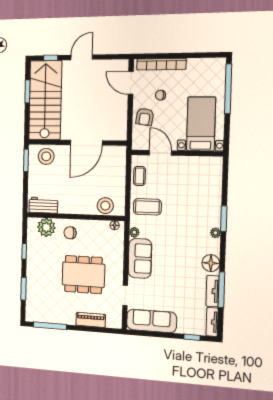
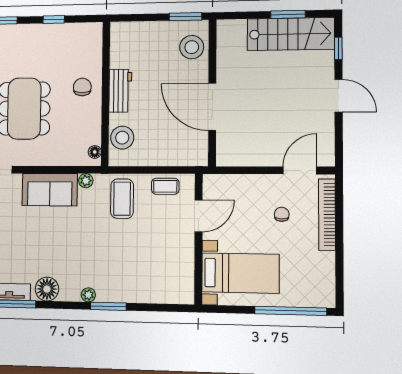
stairs: (45, 100) -> (291, 34), width x0.73, depth x0.66
armchair: (145, 117) -> (250, 192), removed
workbench: (43, 205) -> (120, 91), moved
plant: (46, 227) -> (89, 51), removed

